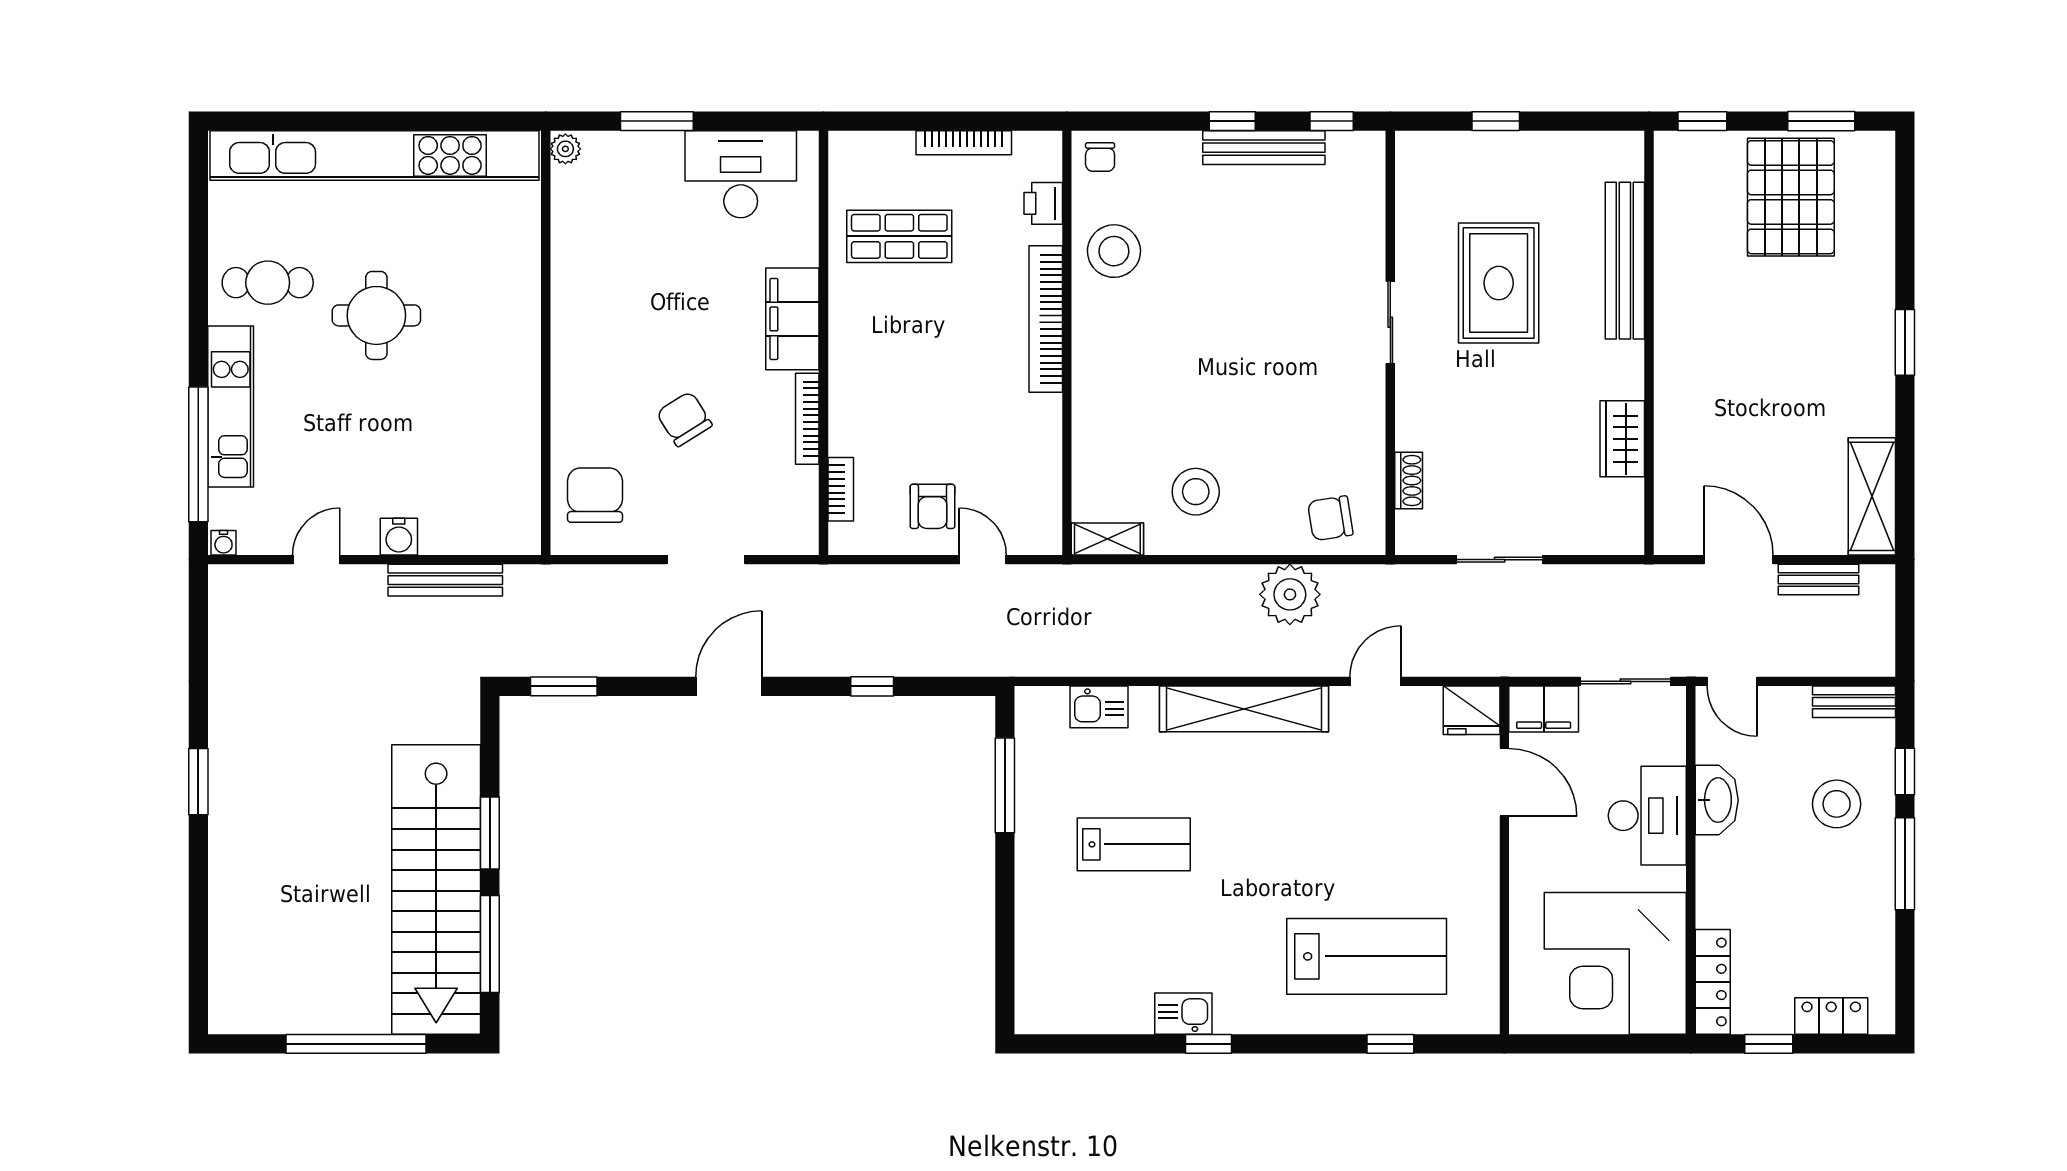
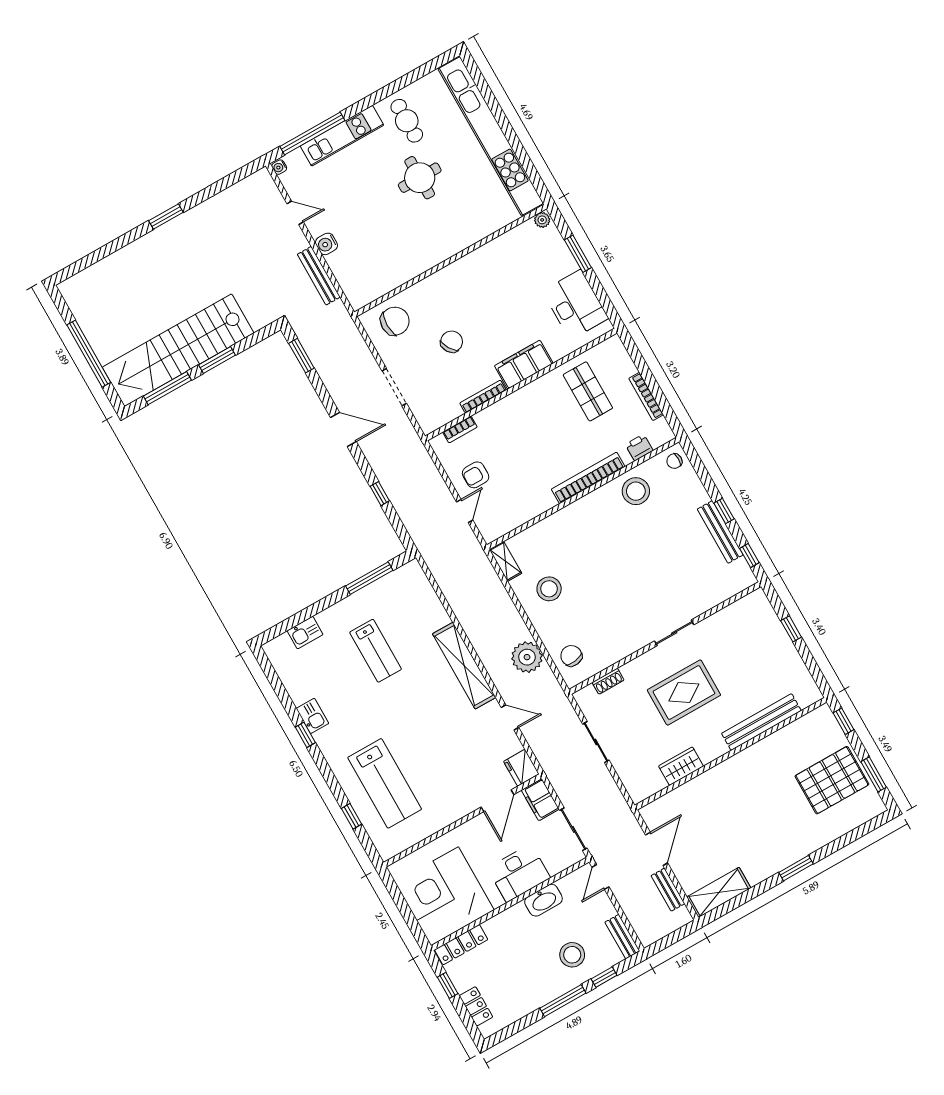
rug: (1499, 283) -> (684, 692), moved
kitchen sink: (1099, 707) -> (305, 633), moved, turned -90

